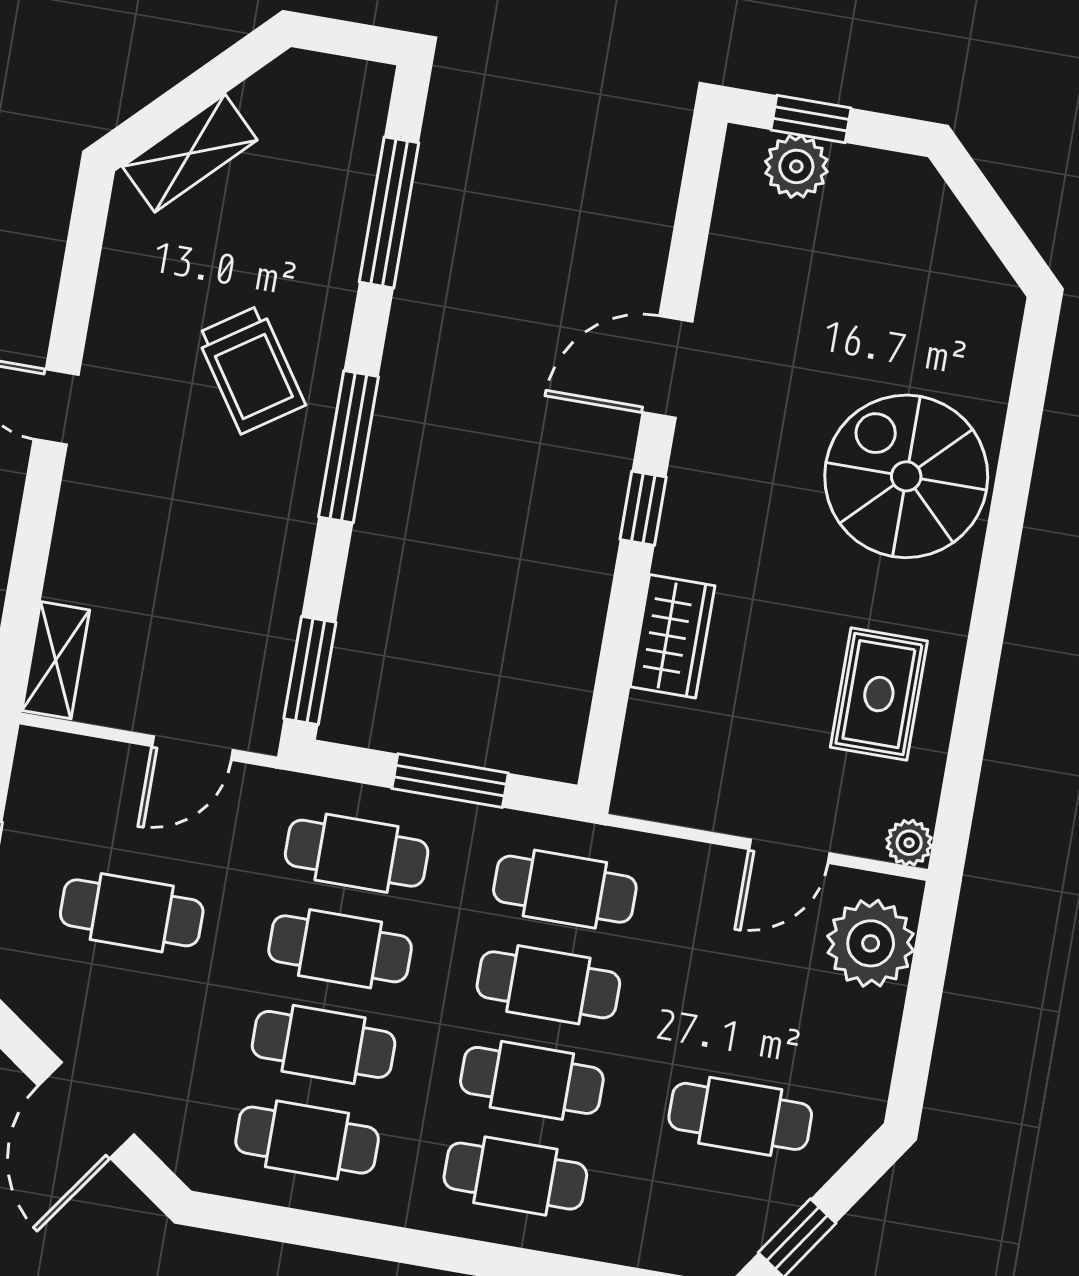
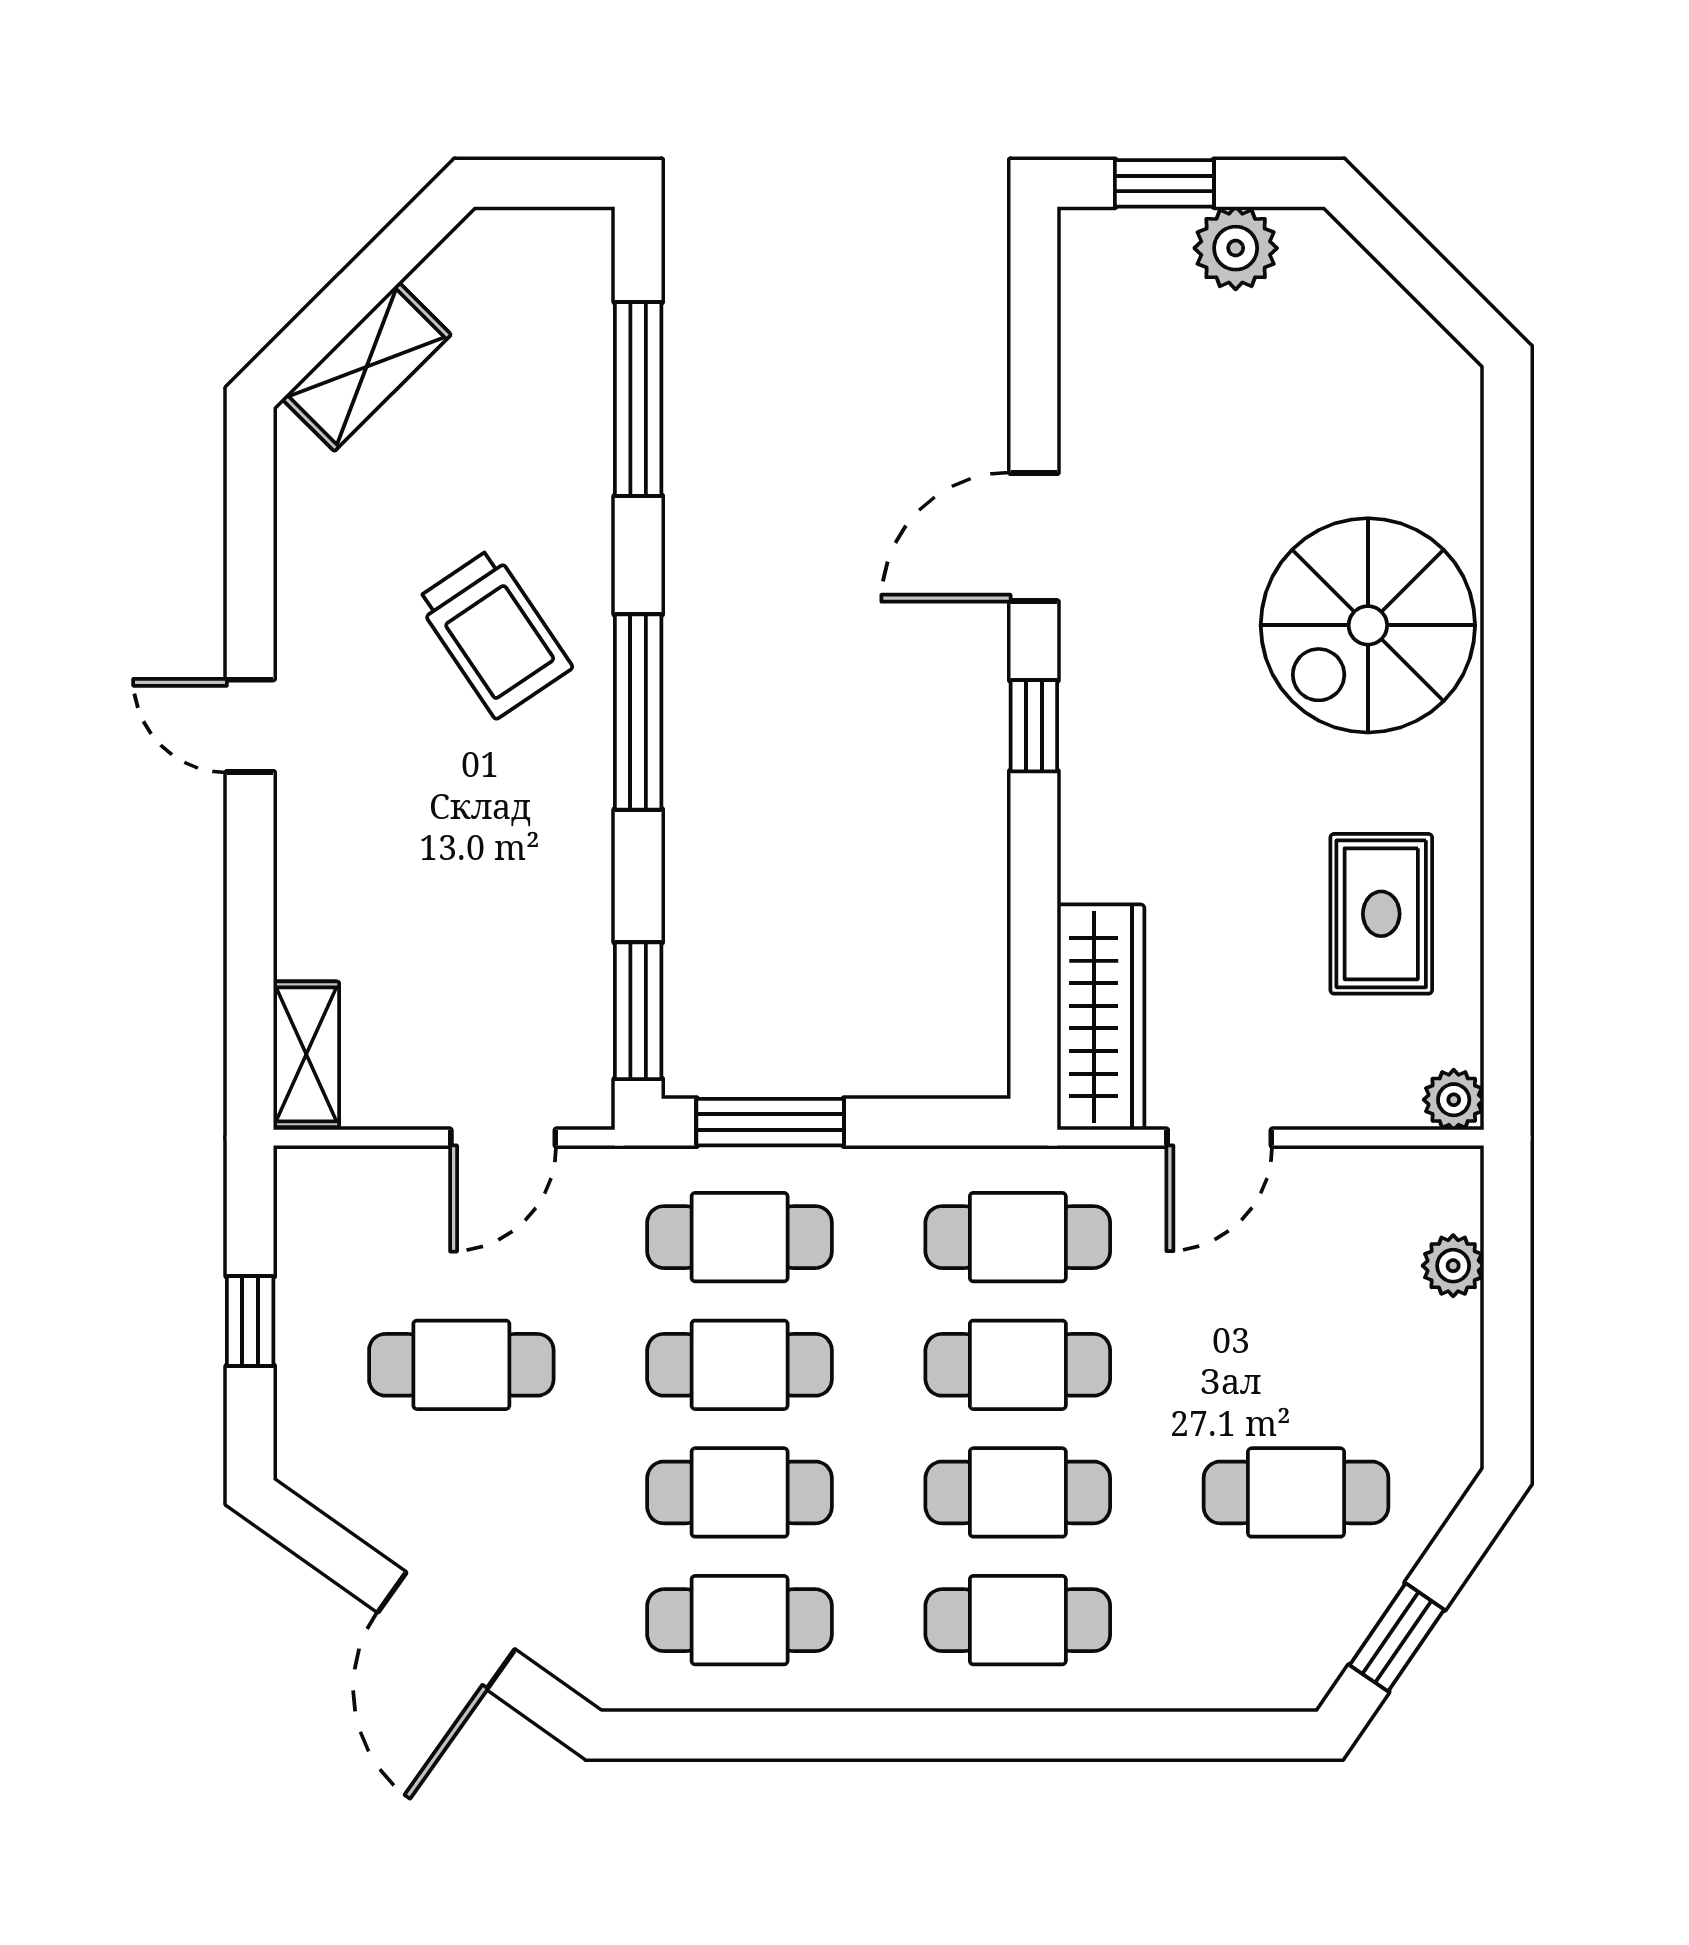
plant: (796, 166) -> (1236, 248), moved
spiral stairs: (906, 476) -> (1368, 625), turned -90
wardrobe: (673, 636) -> (1101, 1017), moved, width x1.50
window: (450, 781) -> (770, 1122), moved
door: (789, 851) -> (1219, 1138), moved
plant: (871, 943) -> (1453, 1266), width x0.53, depth x0.53

